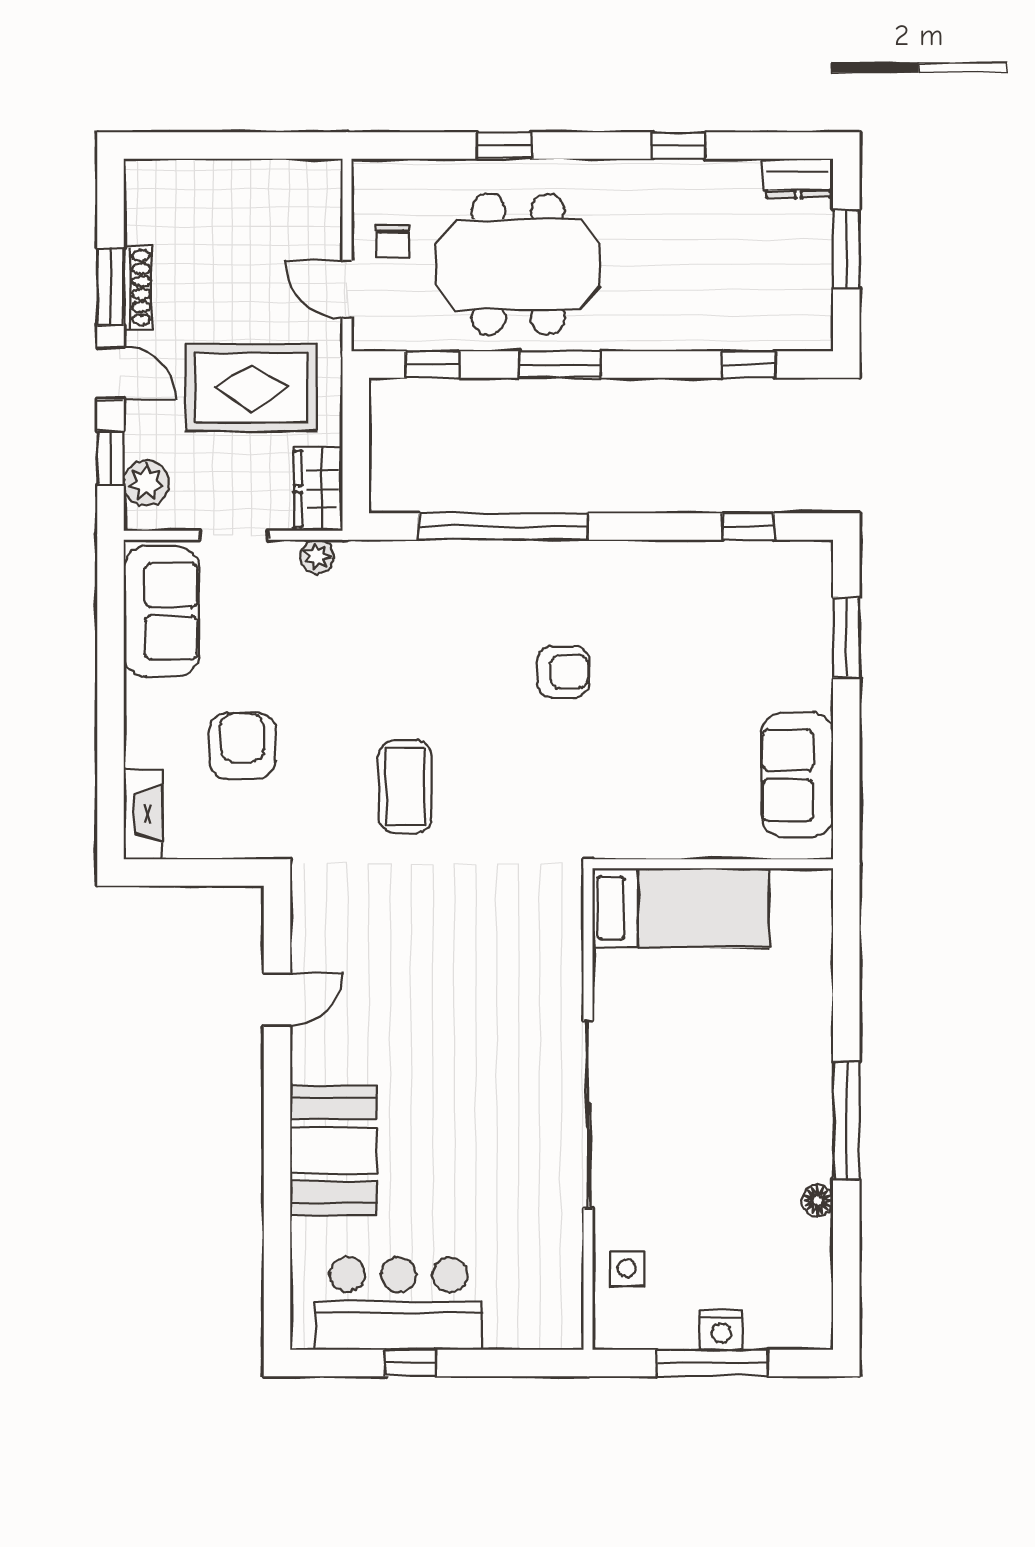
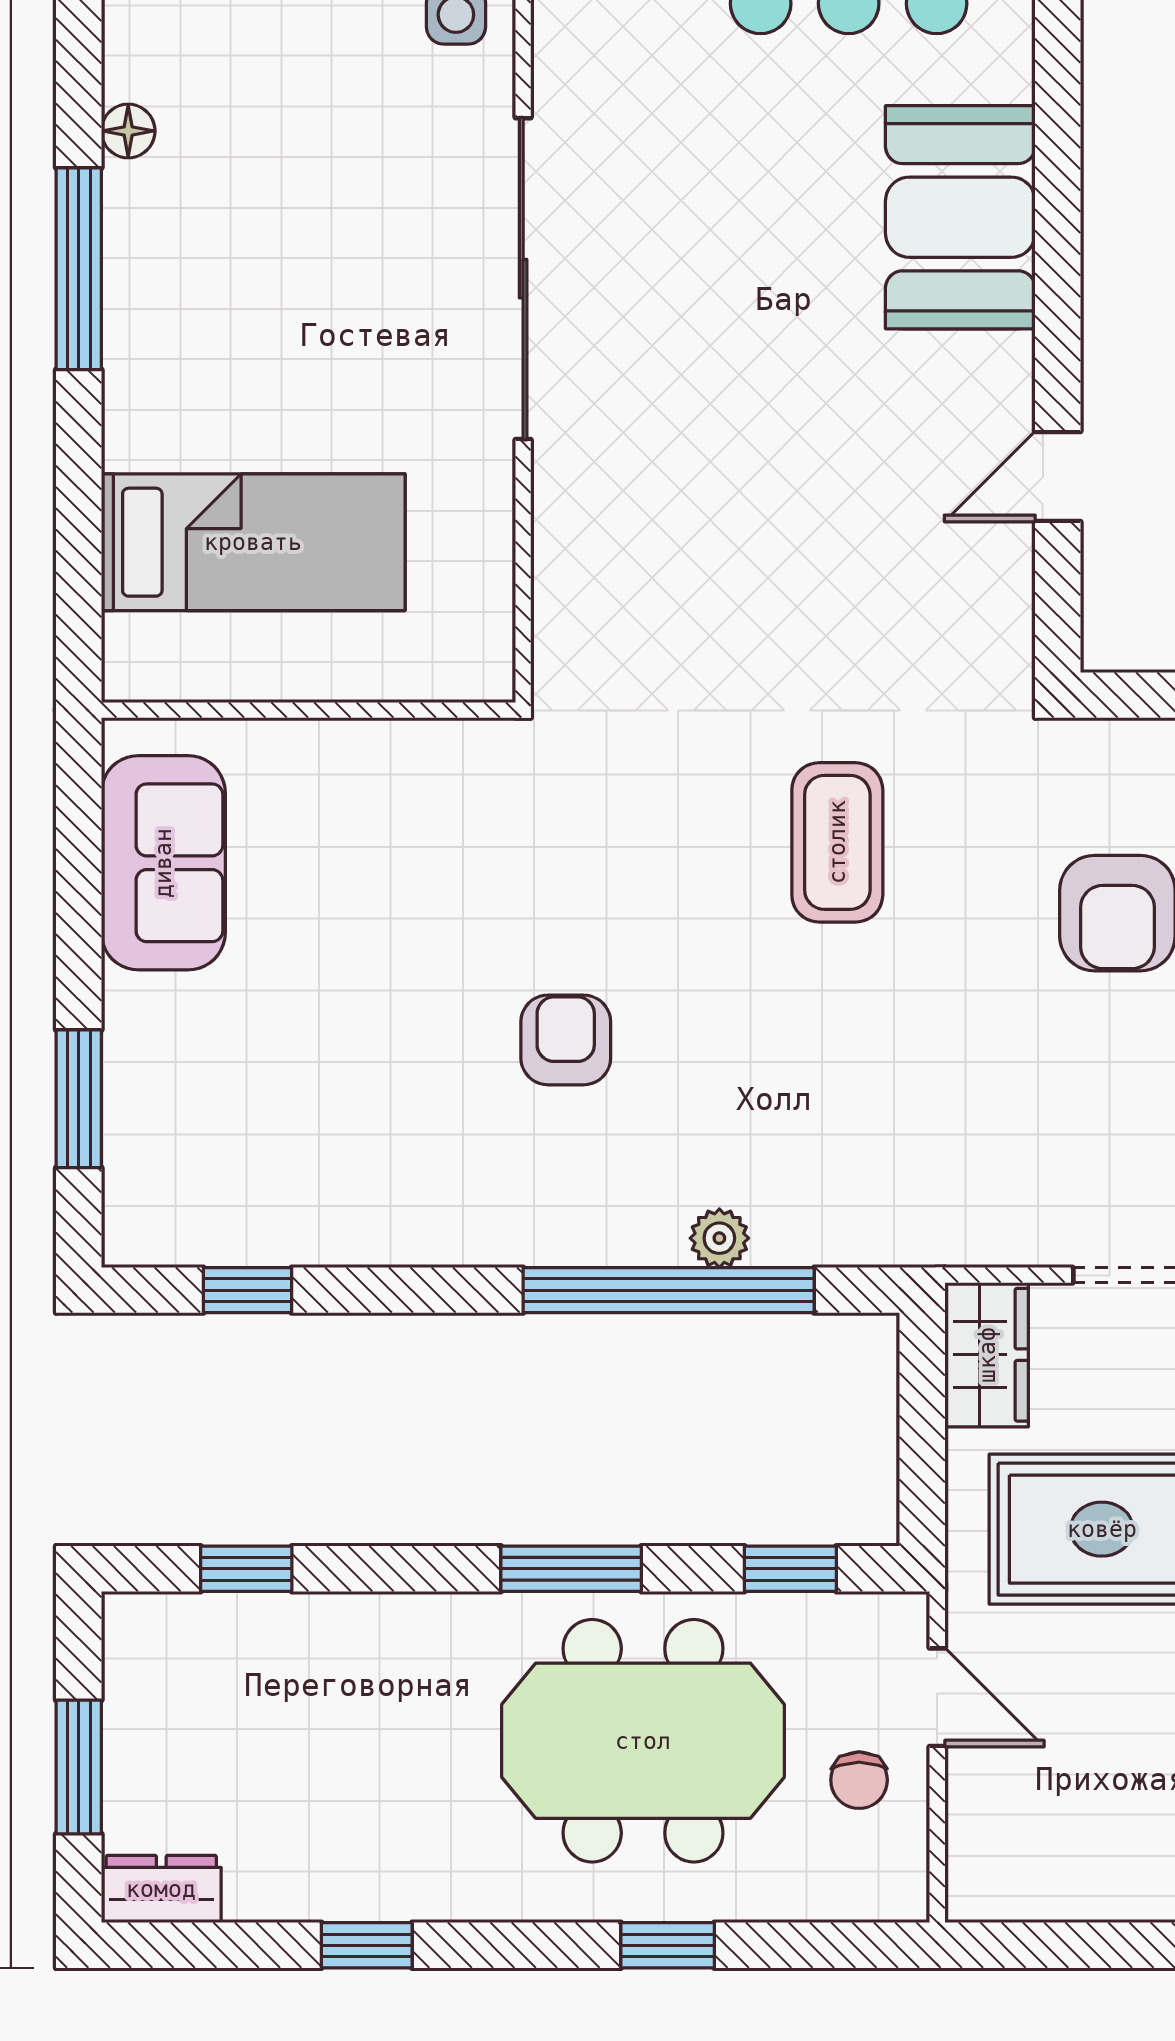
chair: (393, 241) -> (859, 1780), turned 180
plant: (317, 557) -> (719, 1238), moved
armchair: (563, 672) -> (566, 1040), turned 90
bed: (681, 908) -> (253, 542), moved, turned 180

